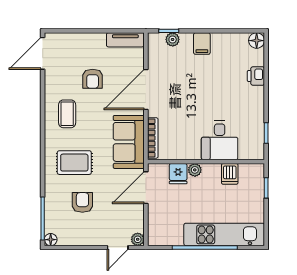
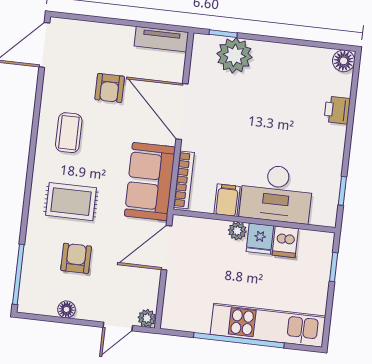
plant: (173, 39) -> (234, 55), width x1.88, depth x1.88
filing cabinet: (202, 44) -> (227, 200), moved, turned 180
door: (146, 90) -> (182, 111), hinge flipped
desk: (220, 140) -> (276, 194), width x1.37
fridge: (178, 174) -> (260, 239), moved
floor lamp: (51, 240) -> (66, 309), moved

